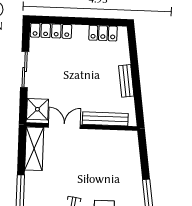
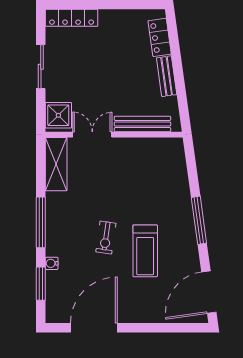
locker: (103, 33) -> (160, 37), moved, turned 82

